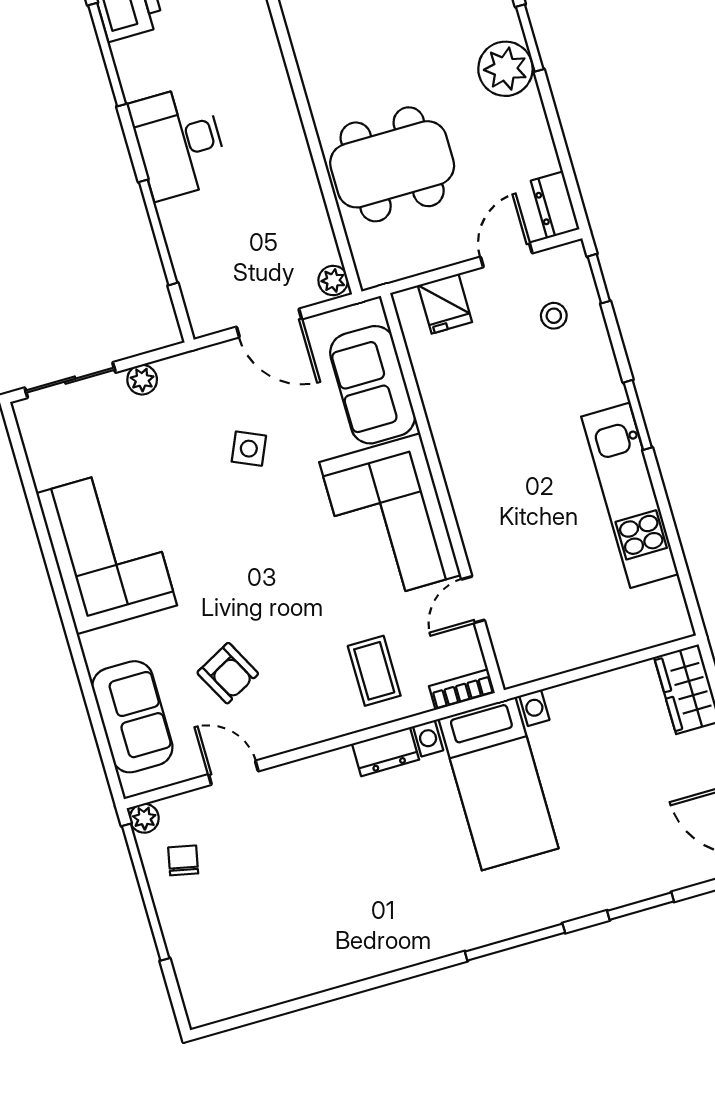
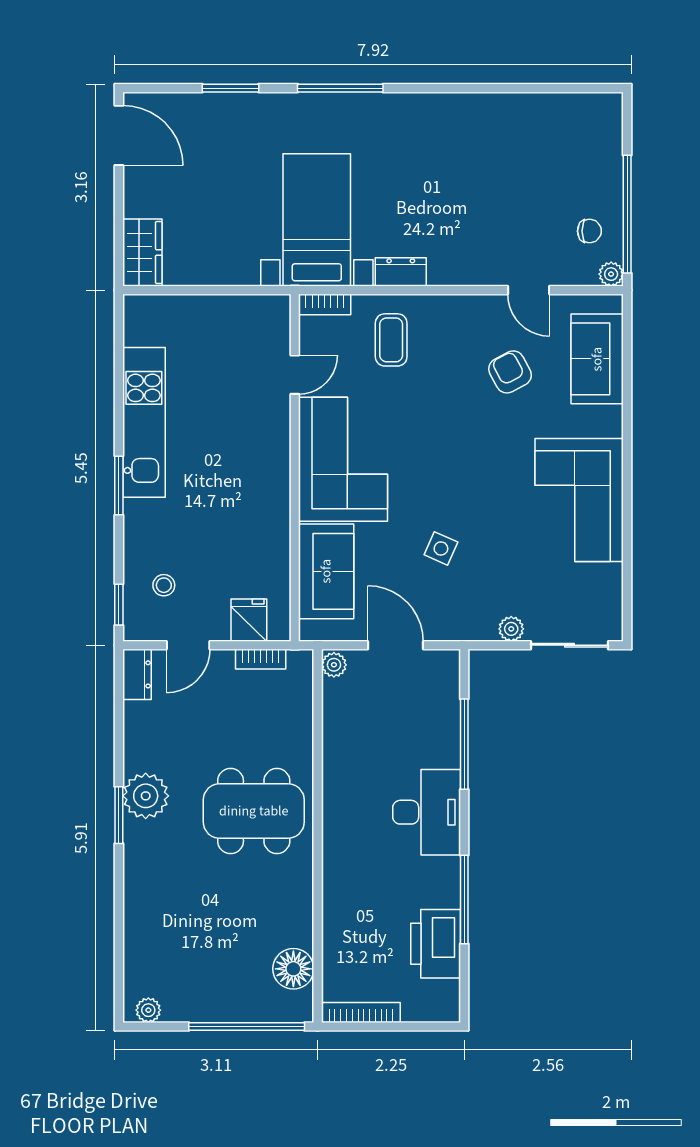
dining table: (392, 164) -> (254, 811), moved
bookcase: (419, 263) -> (261, 659), added
chair: (183, 860) -> (589, 231), turned -102

